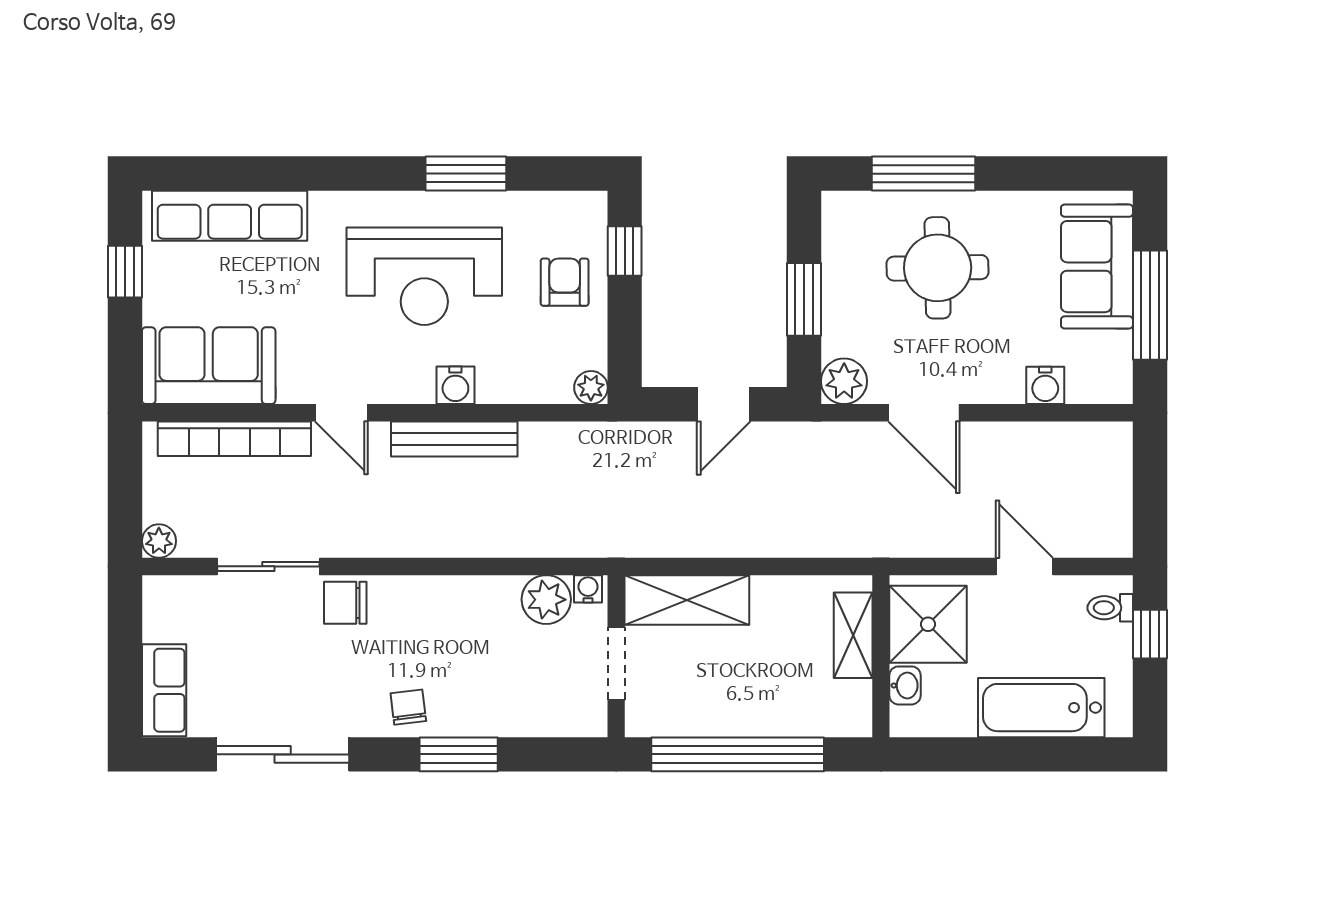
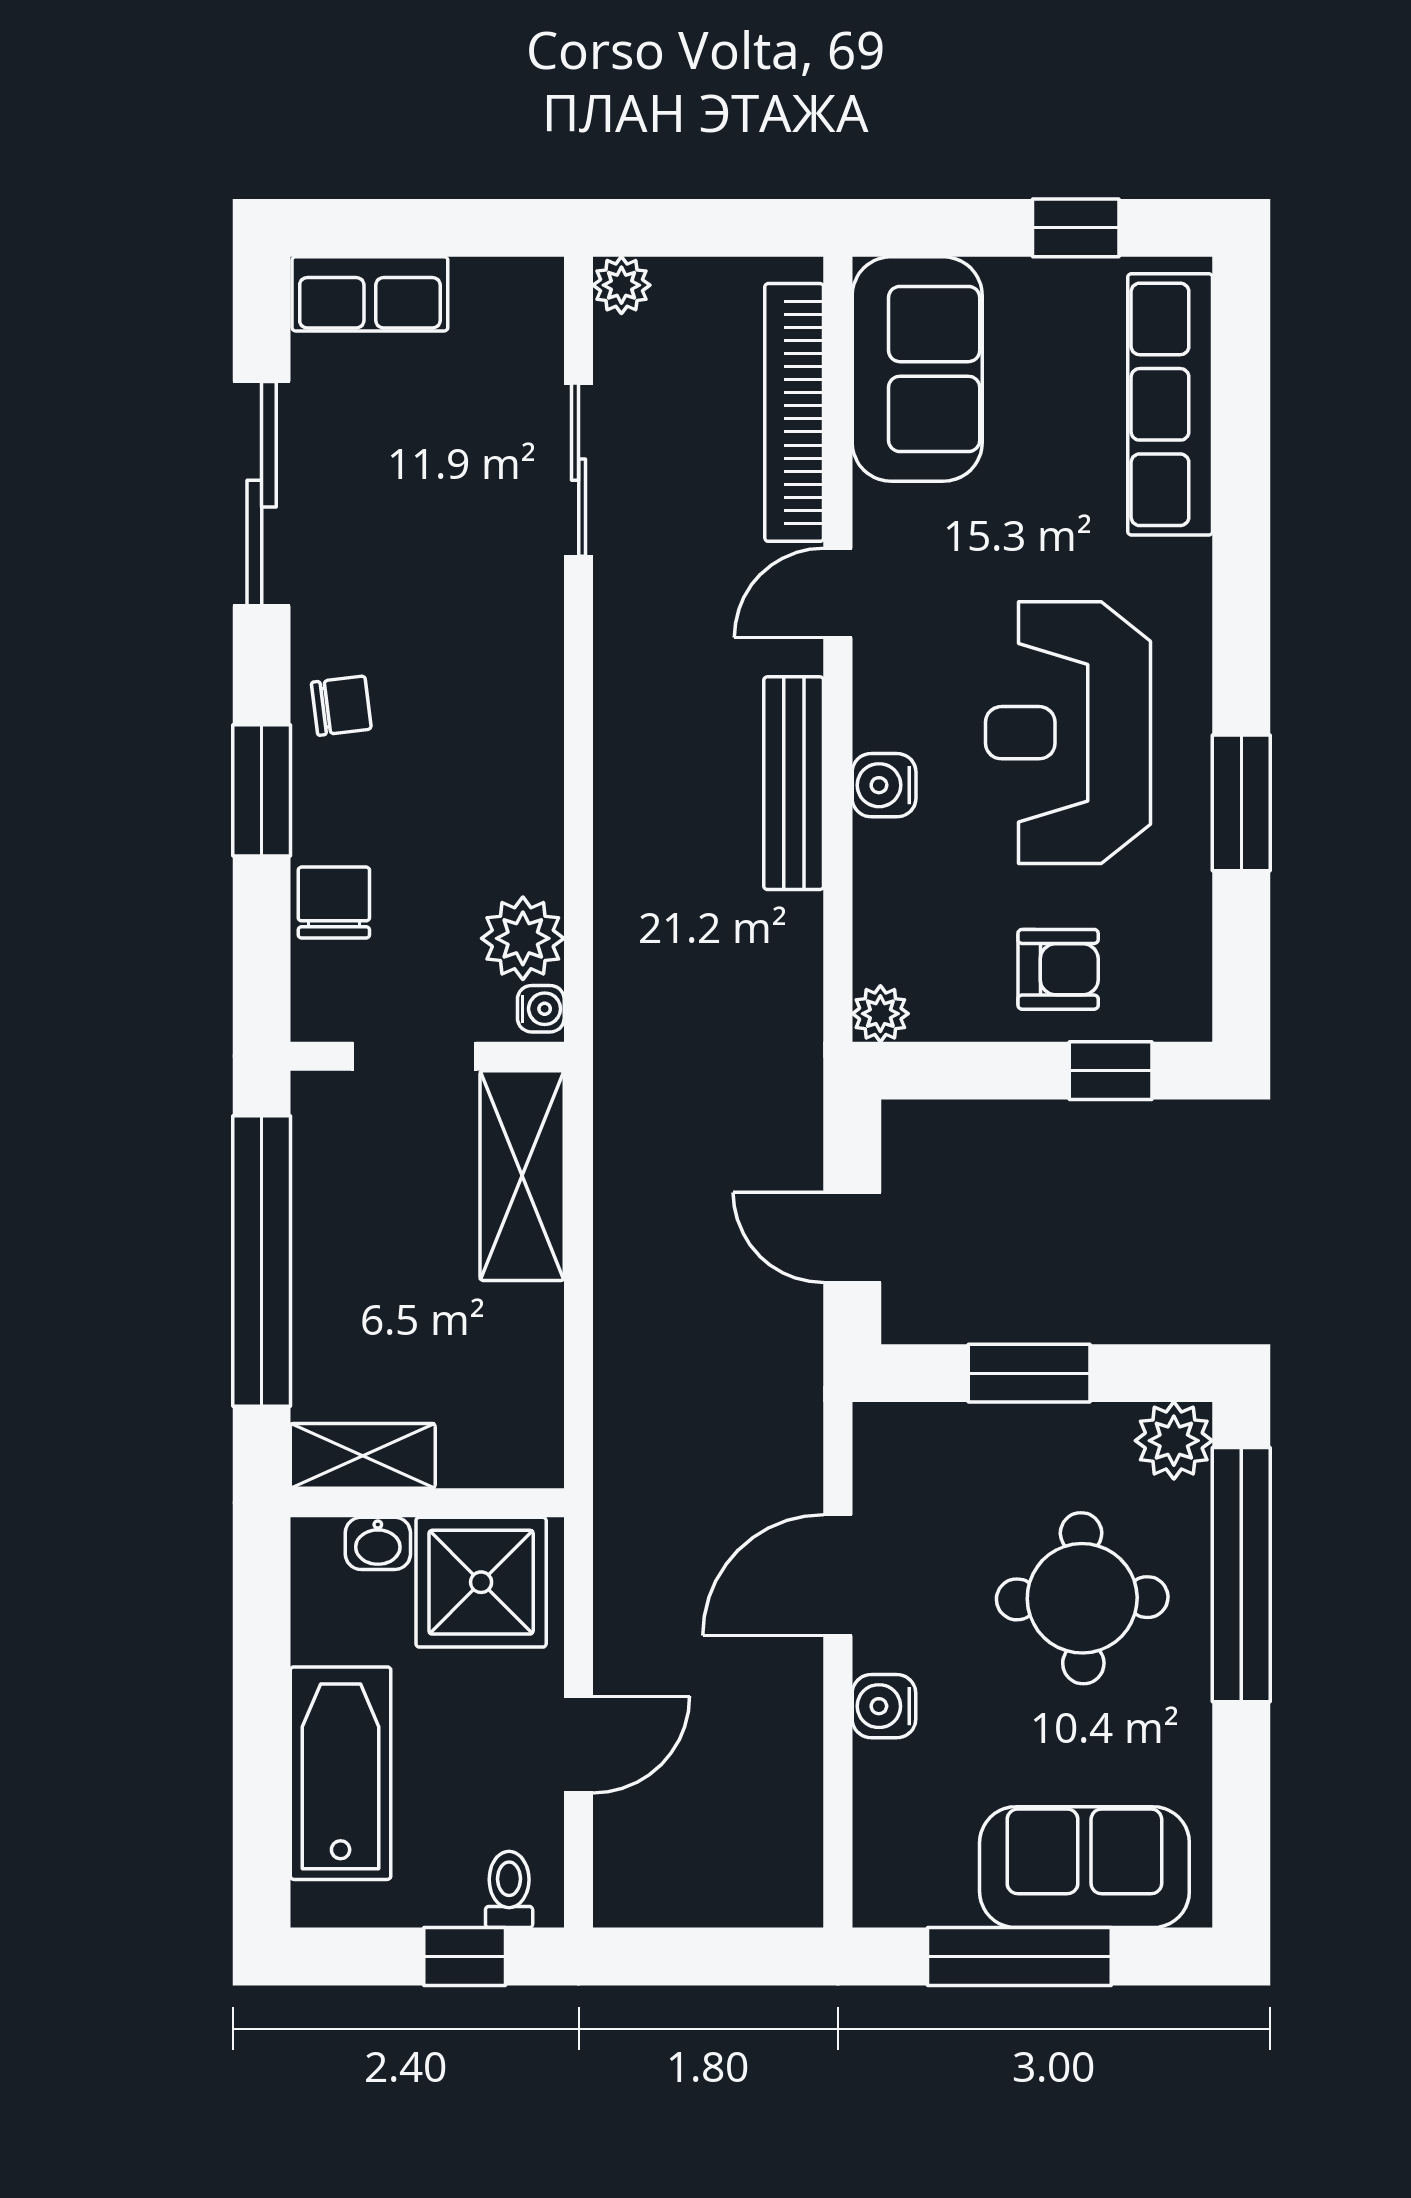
window: (924, 174) -> (1241, 1575), width x1.46
plant: (844, 381) -> (1174, 1441), moved
water cooler: (1045, 385) -> (884, 1706), moved
chair: (345, 603) -> (334, 902), moved
shelving: (853, 635) -> (363, 1456), moved

